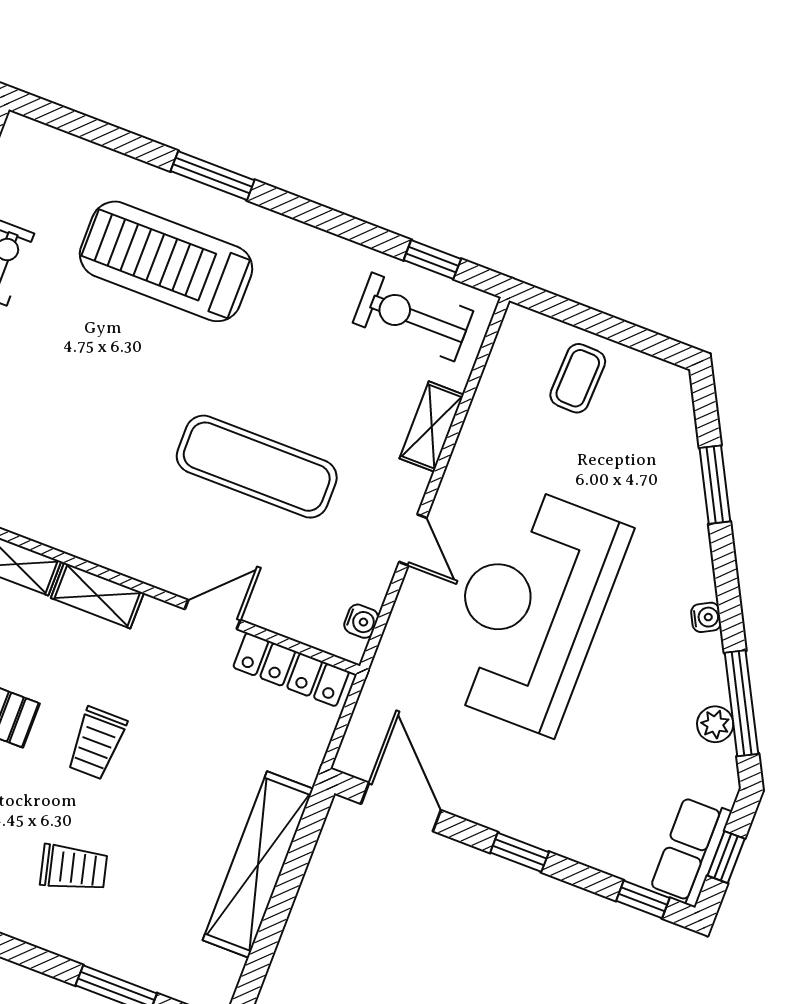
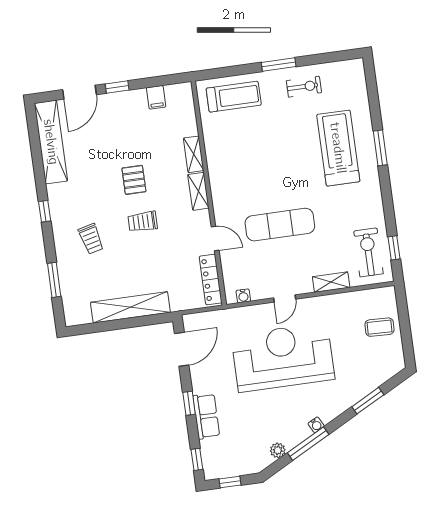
exercise mat: (257, 467) -> (280, 225), turned 90
window: (741, 703) -> (308, 444), moved
row of seats: (691, 851) -> (206, 416), moved, turned 90

